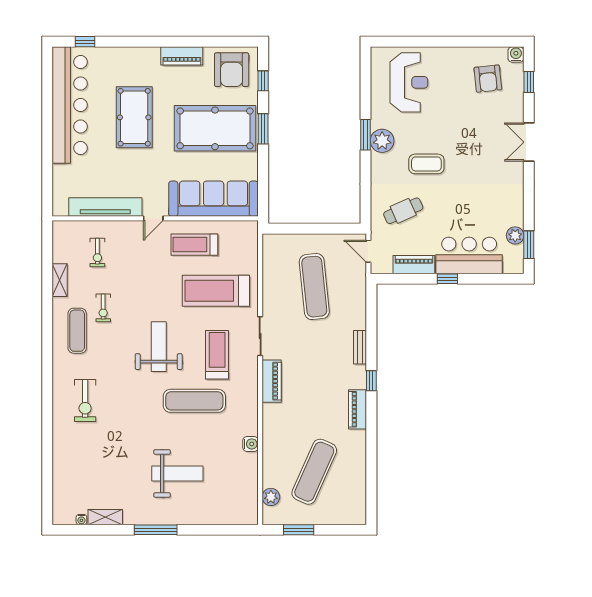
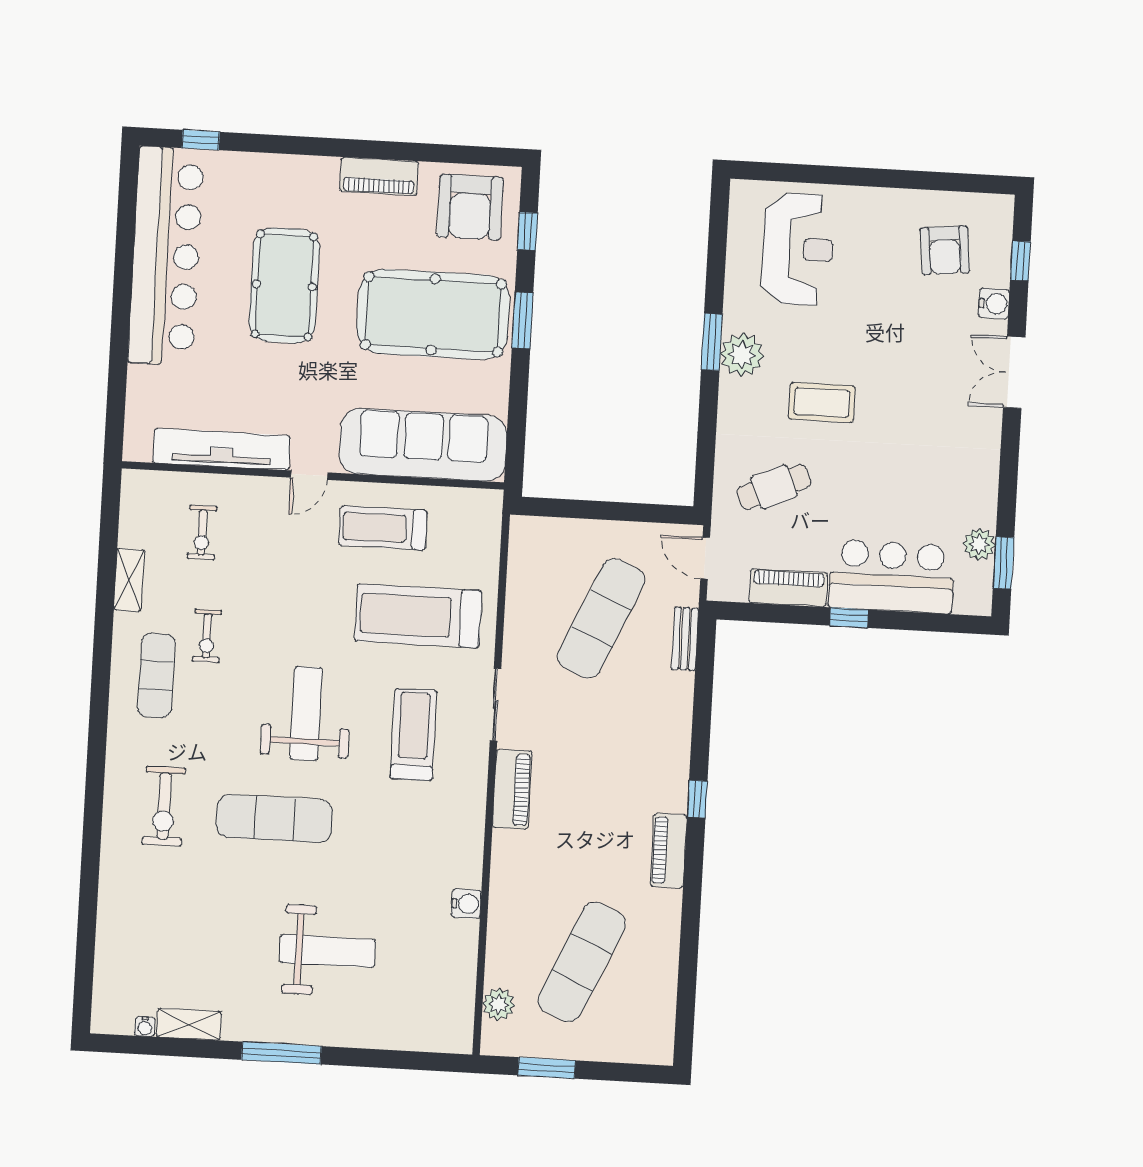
water cooler: (516, 54) -> (994, 304), moved, turned 90
exercise mat: (314, 287) -> (601, 618), turned 30
bench: (360, 347) -> (685, 639), moved
exercise mat: (194, 401) -> (274, 818), moved

